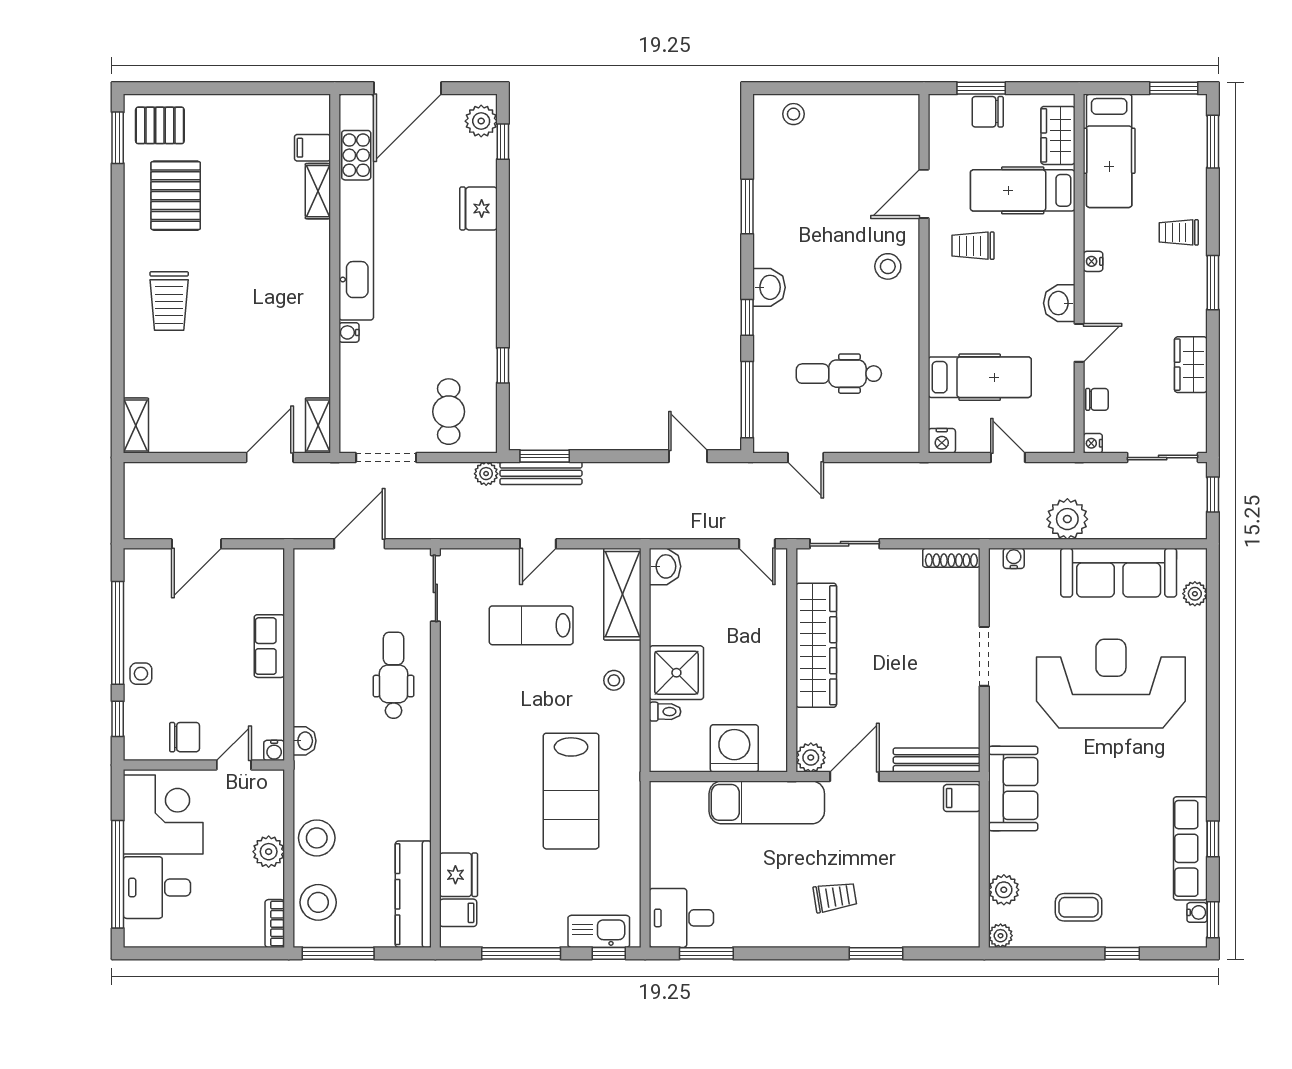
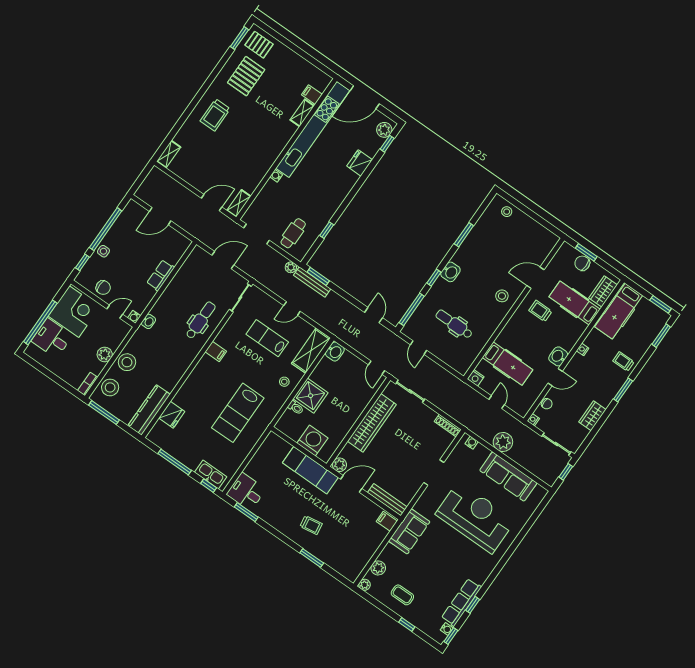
plant: (1195, 594) -> (532, 505), removed
filing cabinet: (458, 913) -> (216, 351), moved

